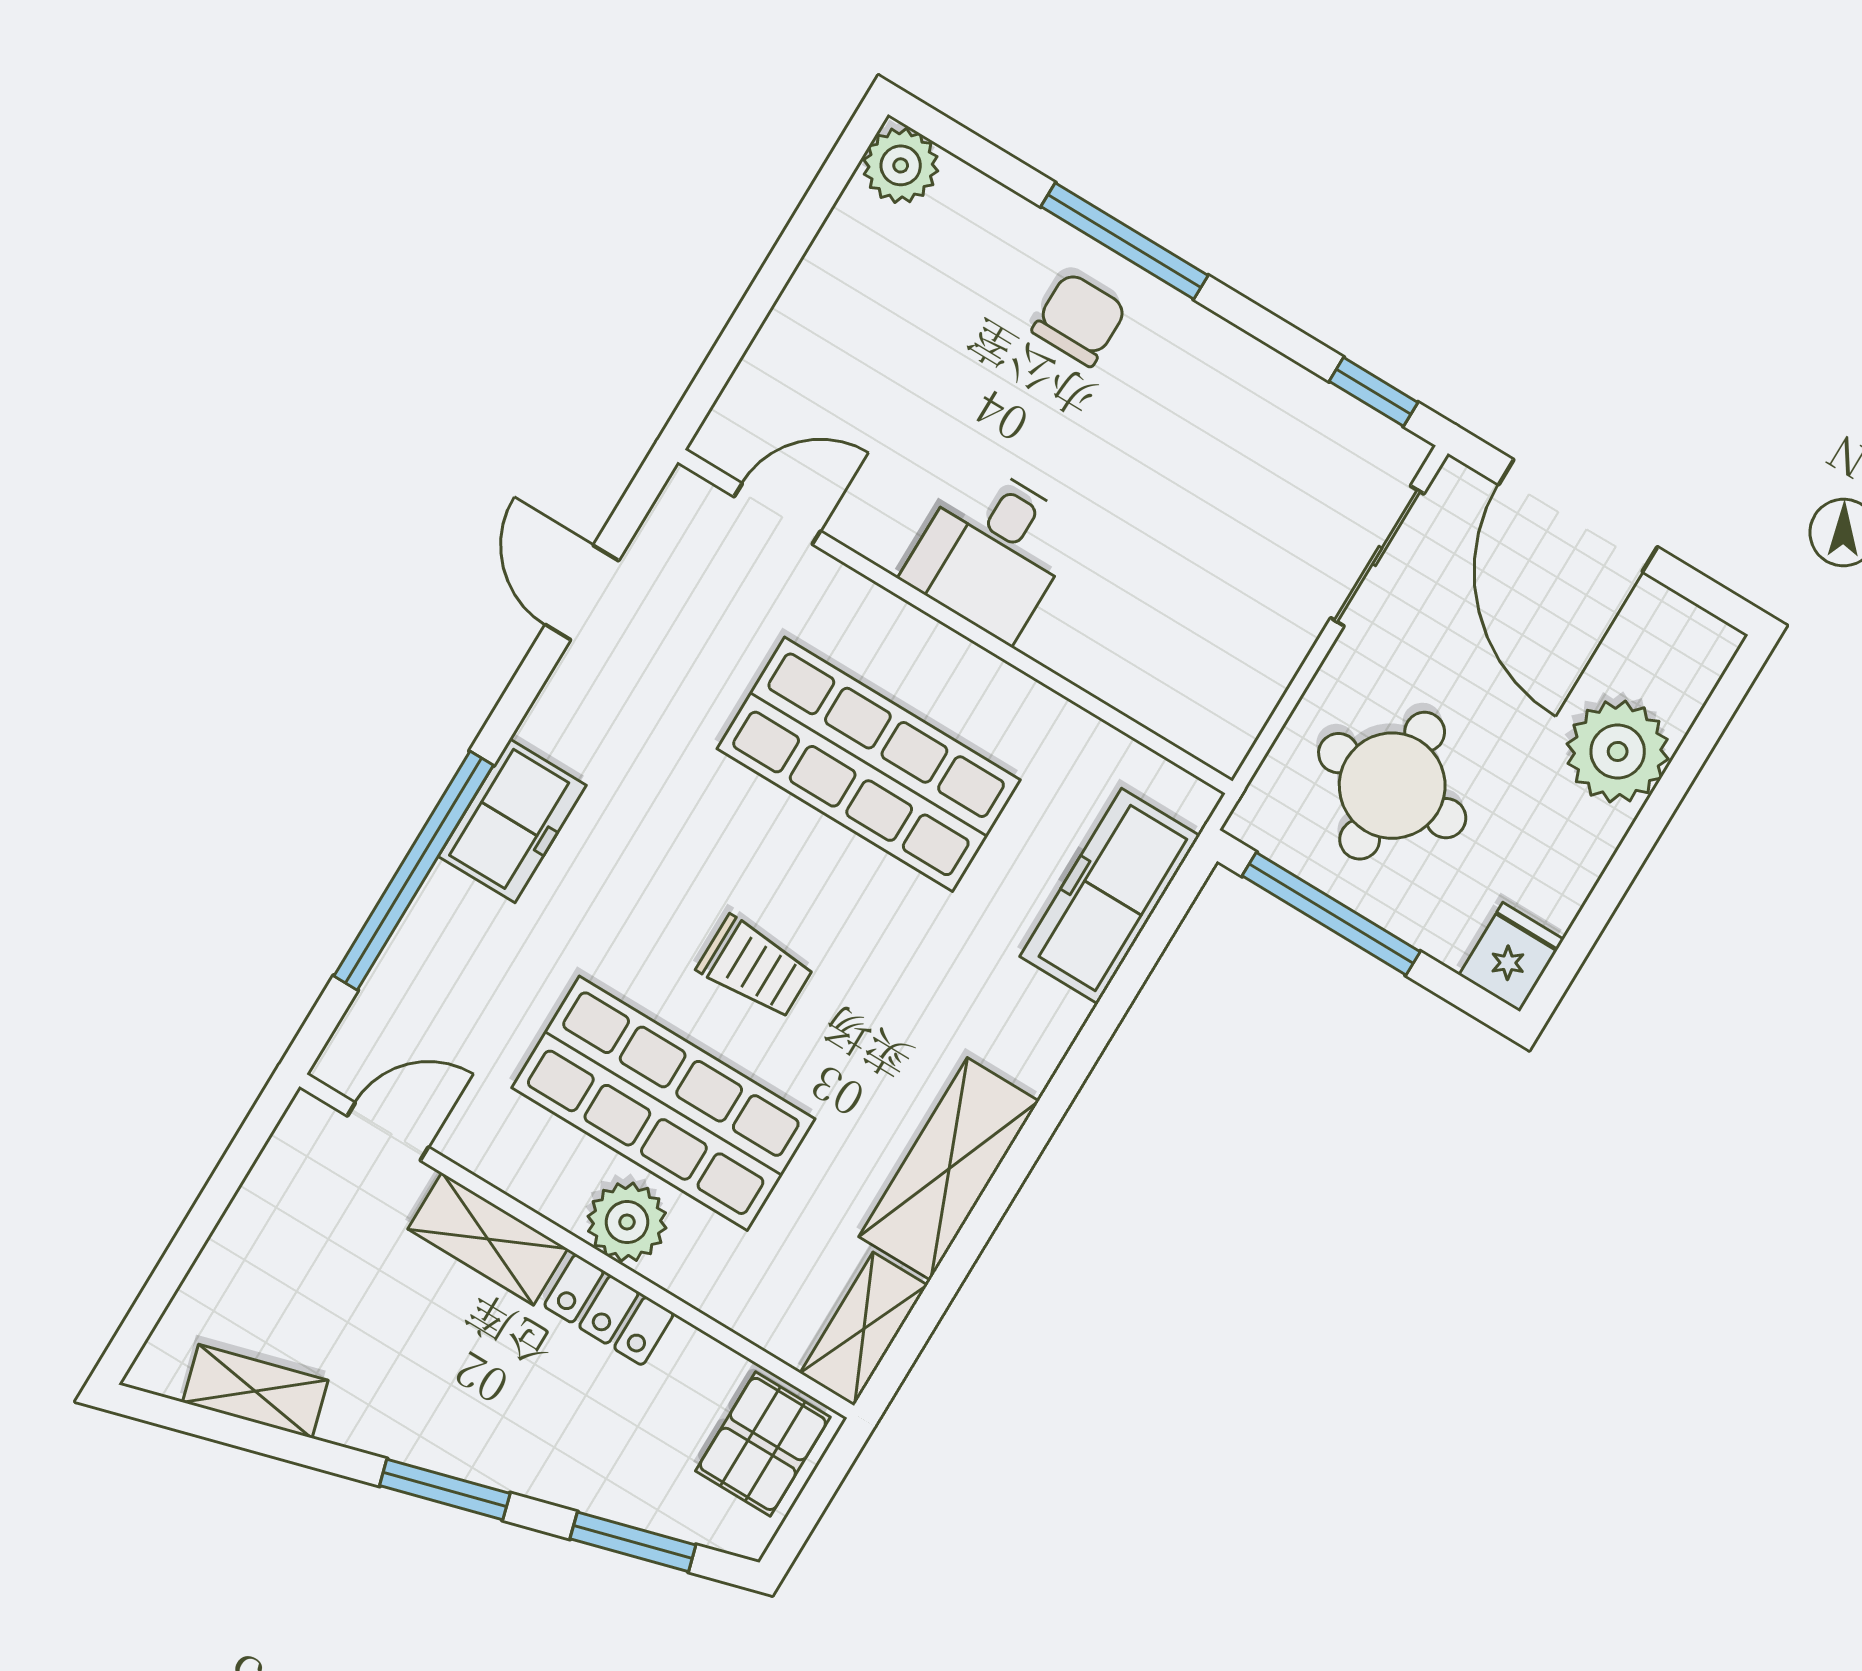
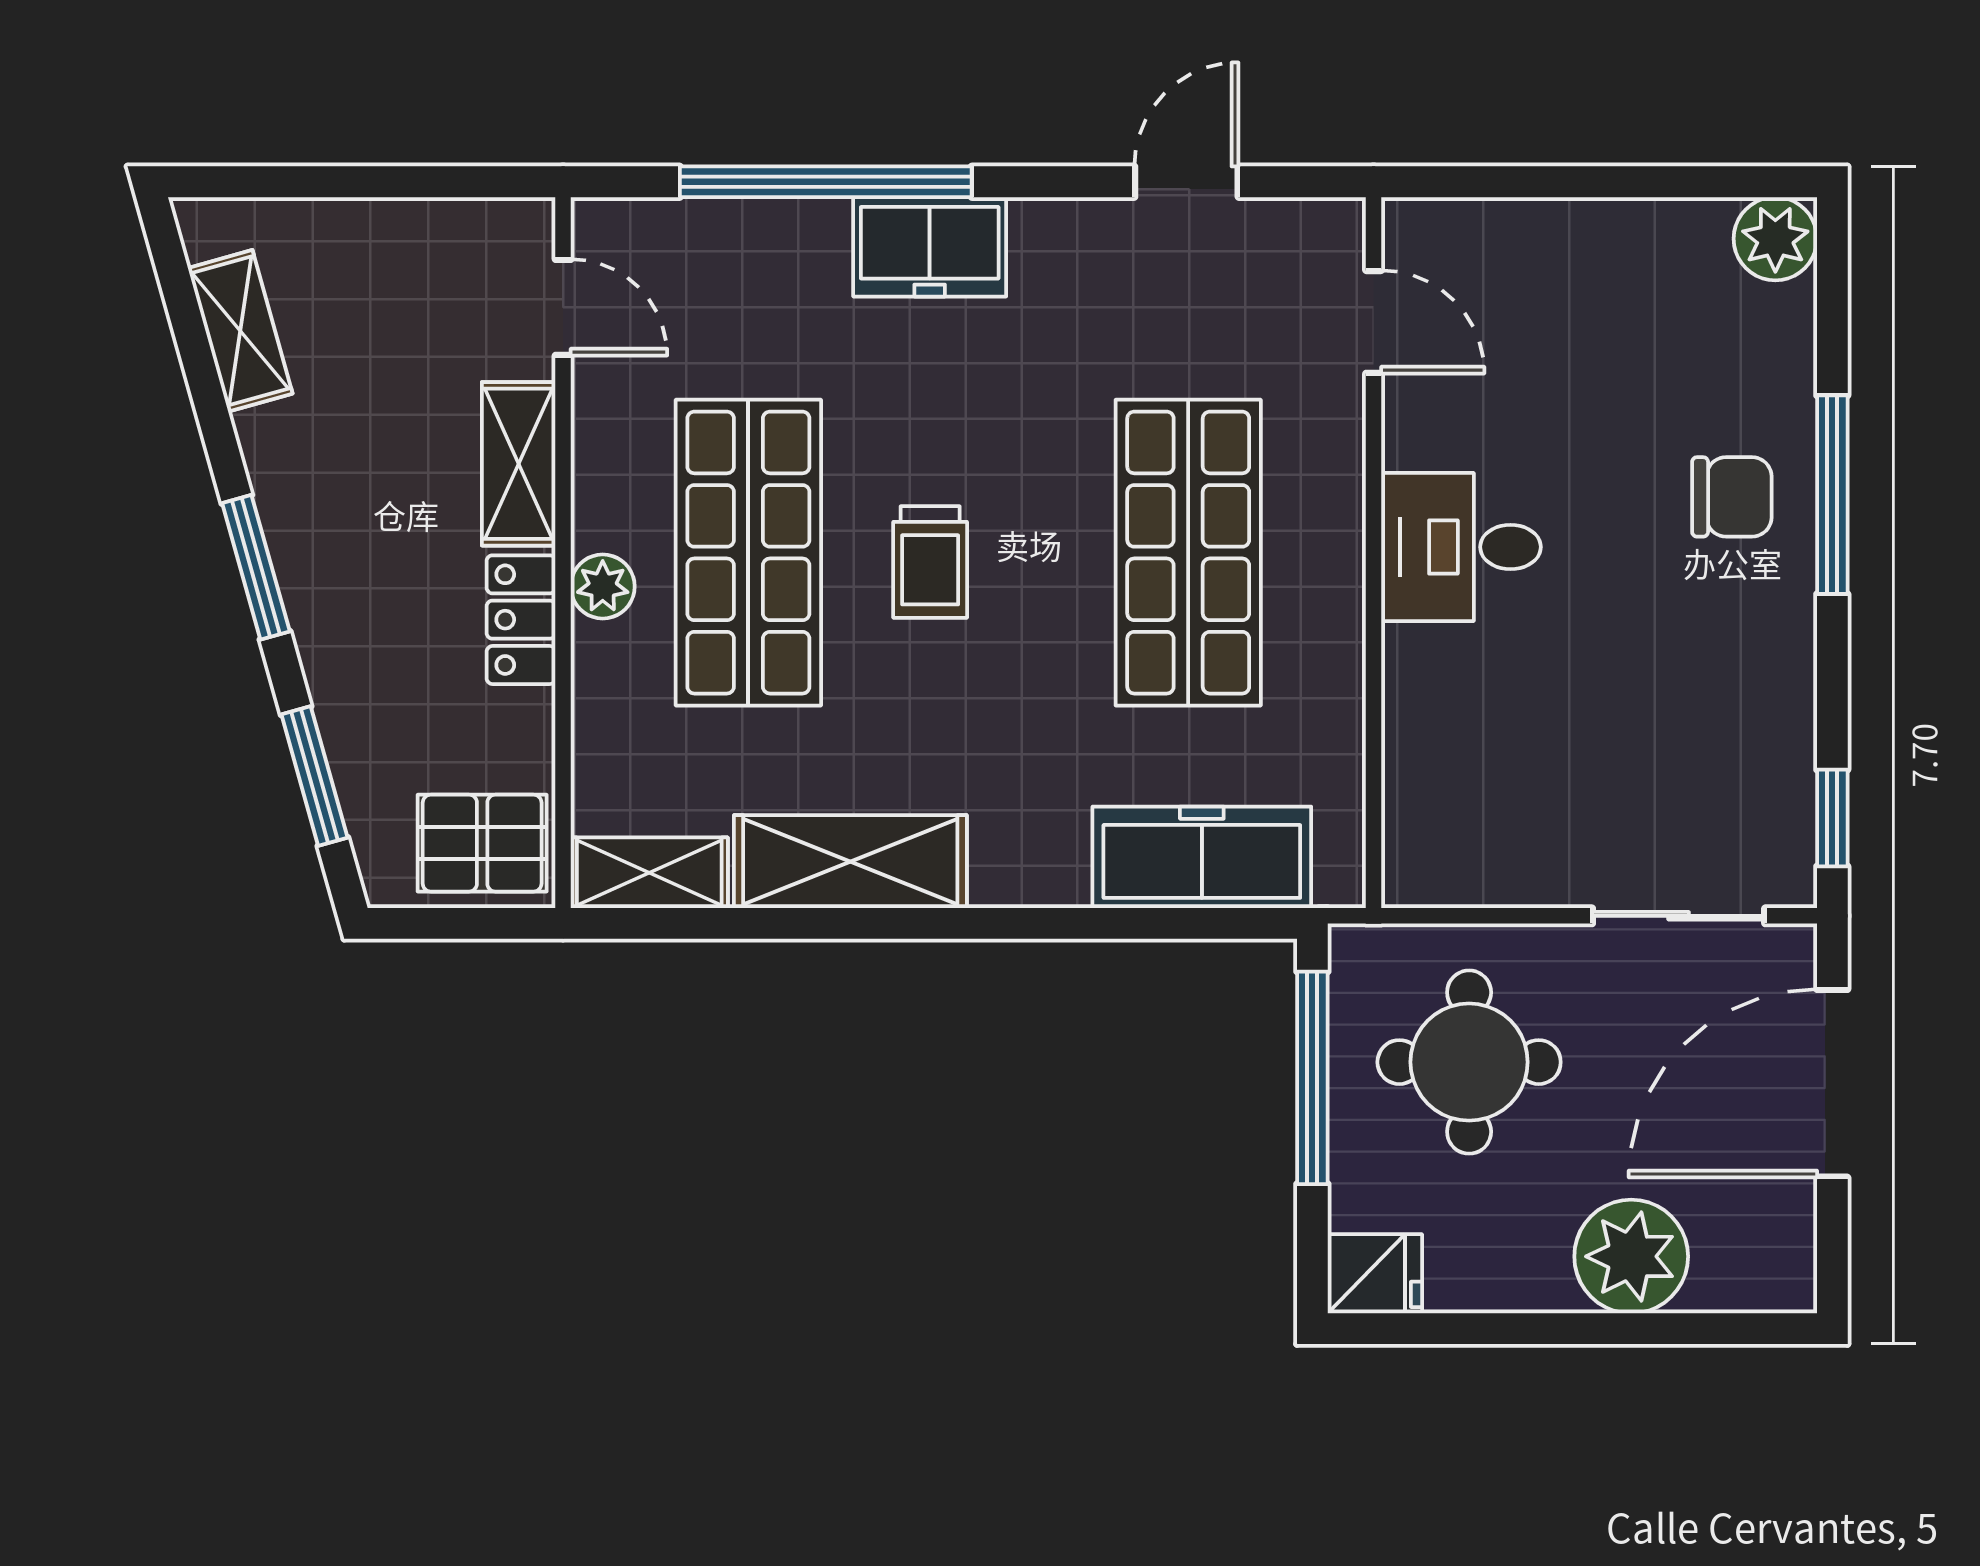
plant: (627, 1222) -> (603, 586), width x0.73, depth x0.73

